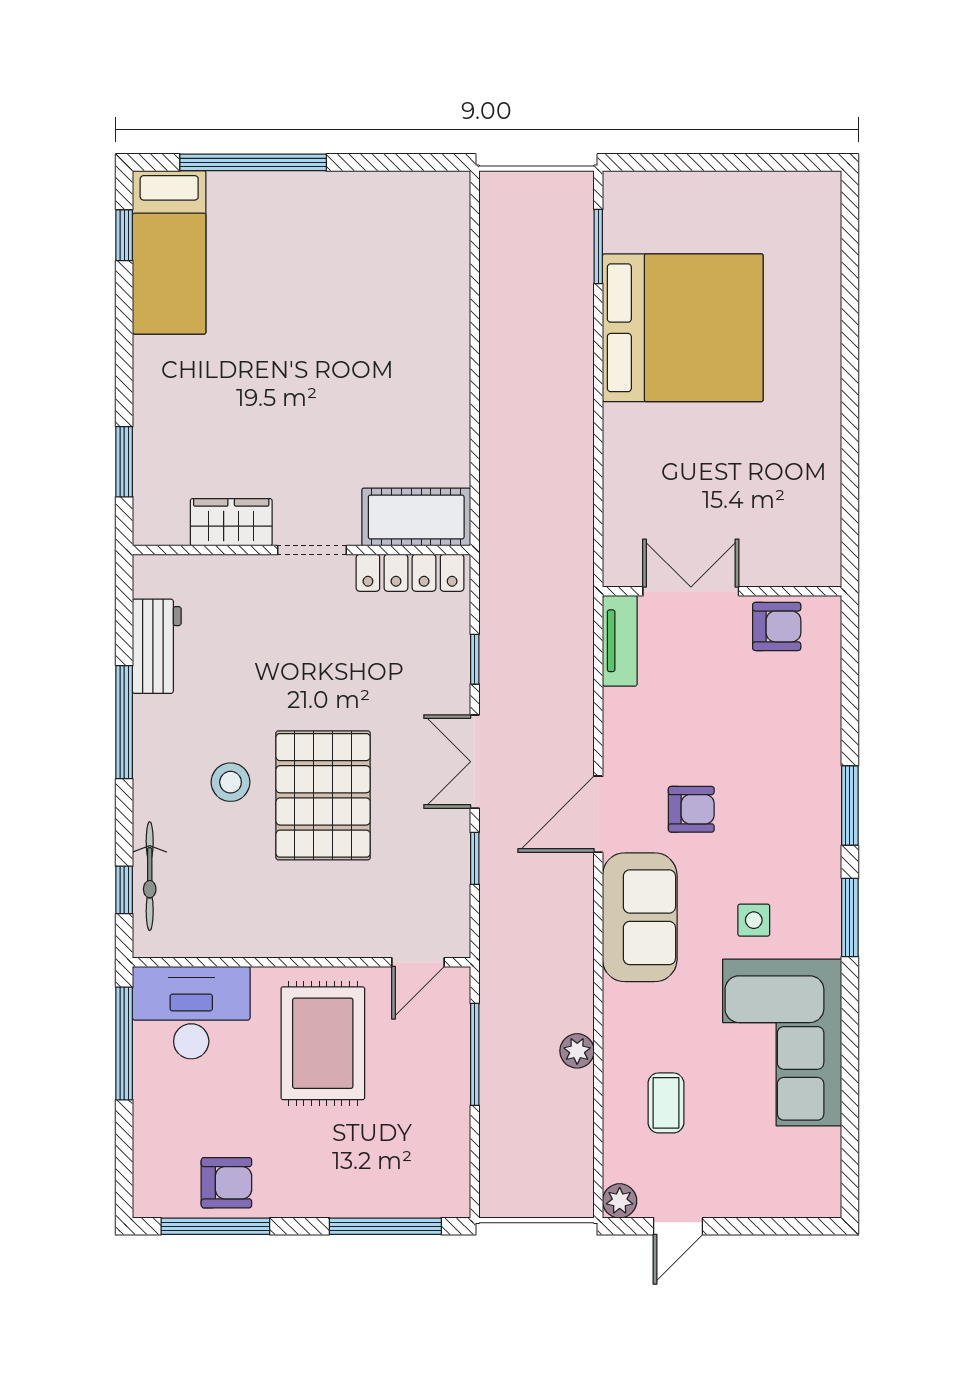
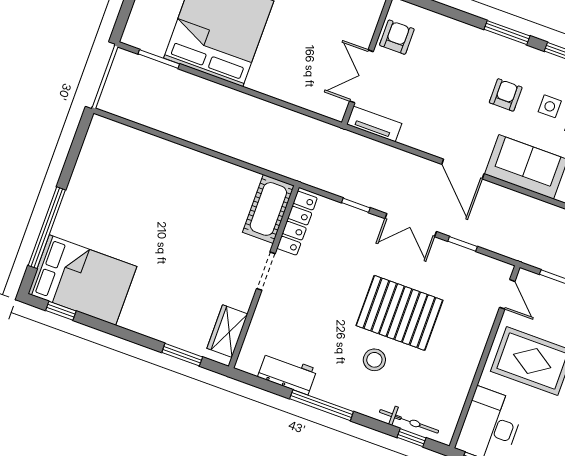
bed: (169, 252) -> (82, 280), width x1.50
wardrobe: (231, 522) -> (227, 331), moved
armchair: (691, 809) -> (506, 95), moved

